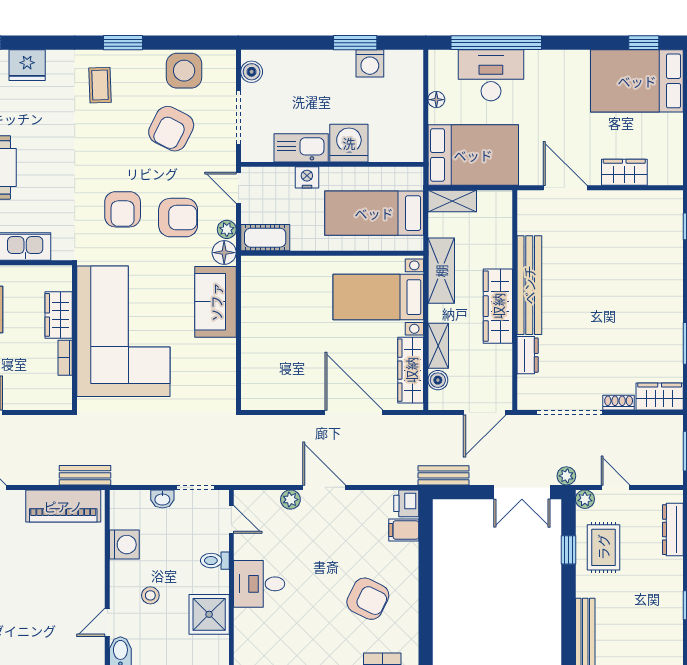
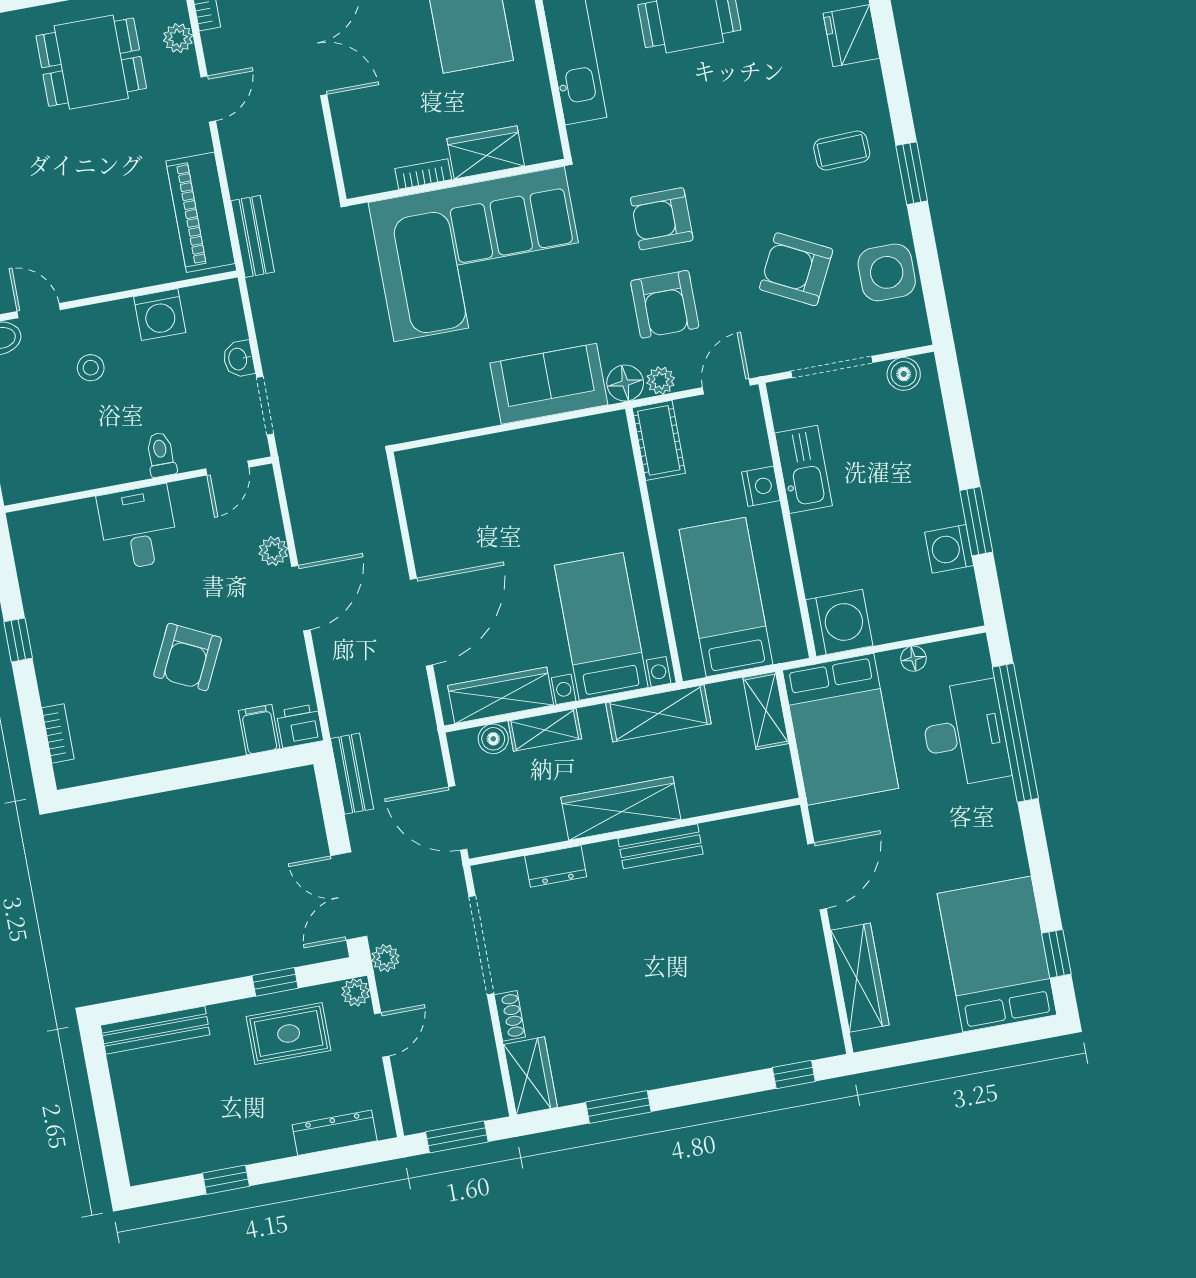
washing machine: (349, 143) -> (839, 623), moved
wardrobe: (624, 172) -> (860, 978), width x1.50
bench: (529, 285) -> (660, 846), width x0.54, depth x0.82
armchair: (368, 599) -> (188, 657), moved
shower: (209, 614) -> (79, 461), removed

